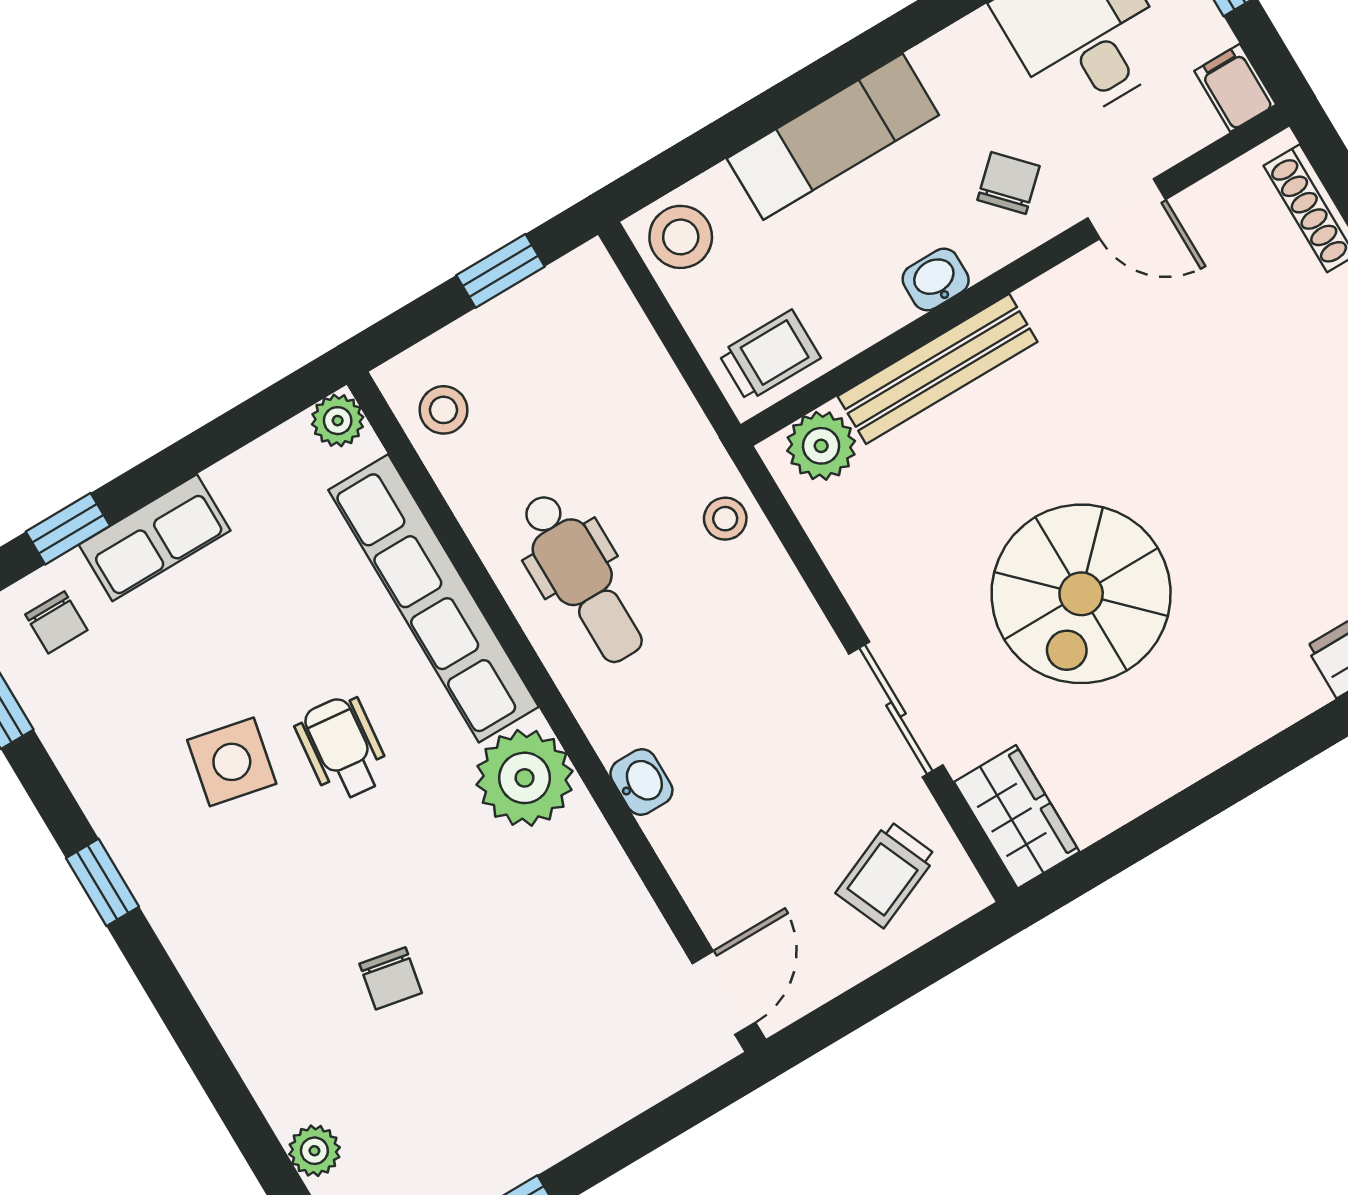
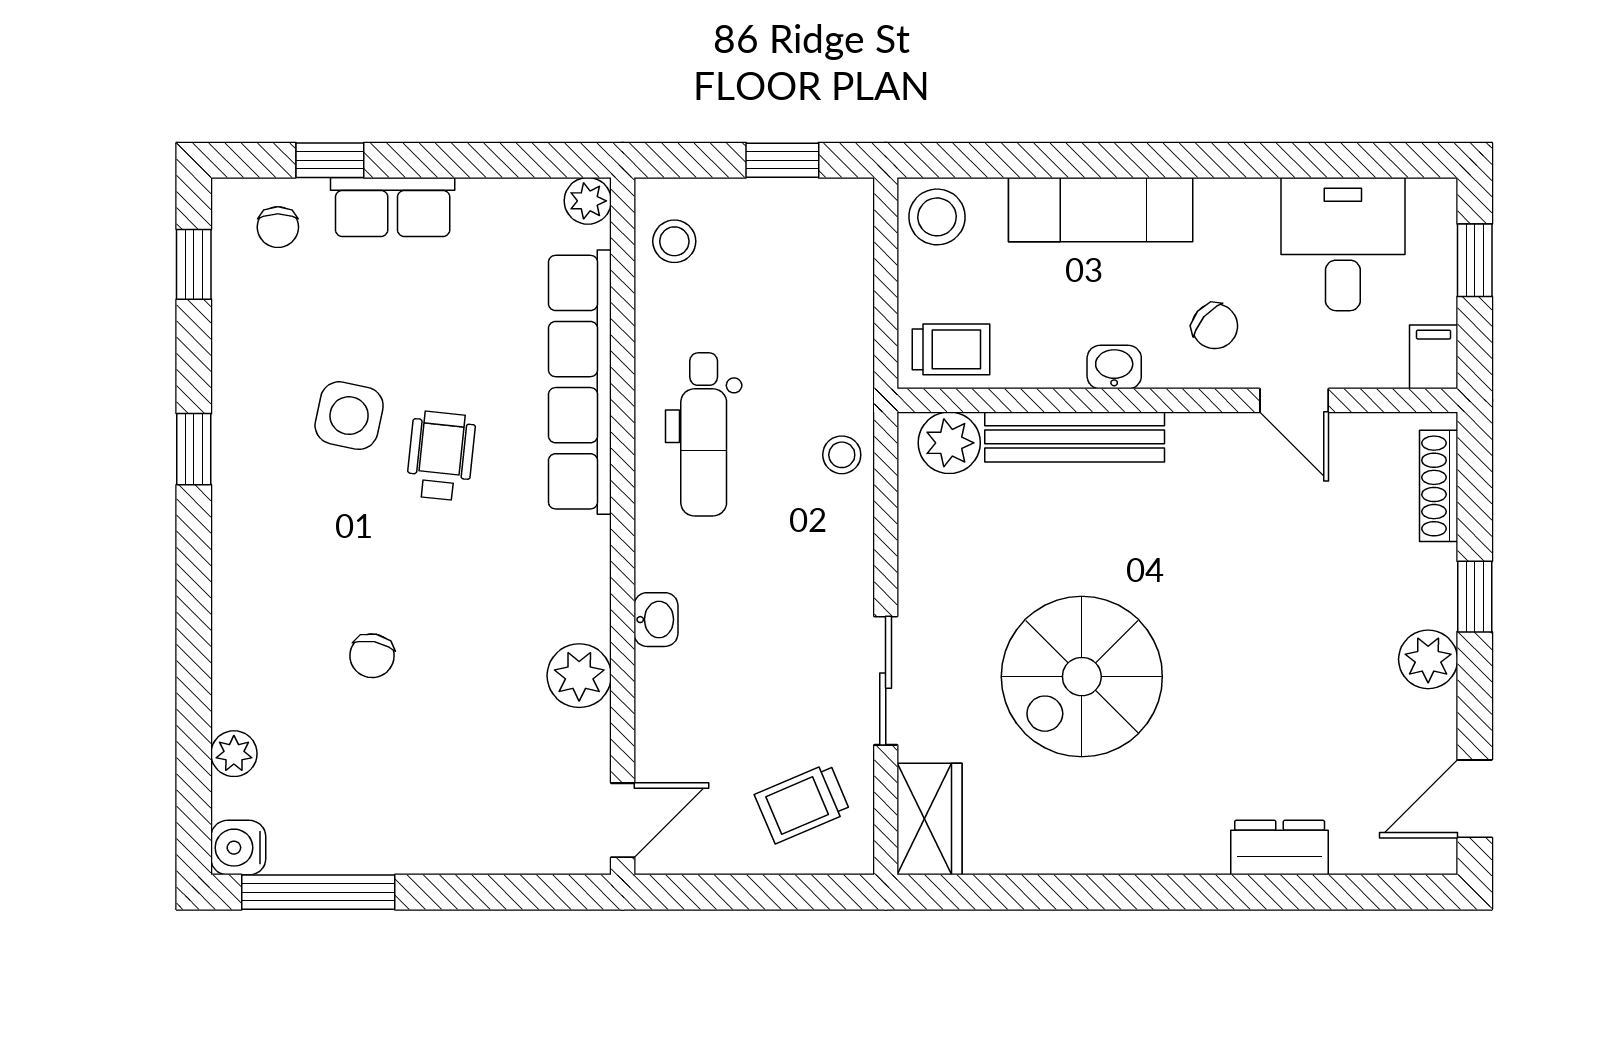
chair: (1008, 183) -> (1215, 326), turned 84
plant: (525, 778) -> (579, 676), moved, width x0.73, depth x0.73

